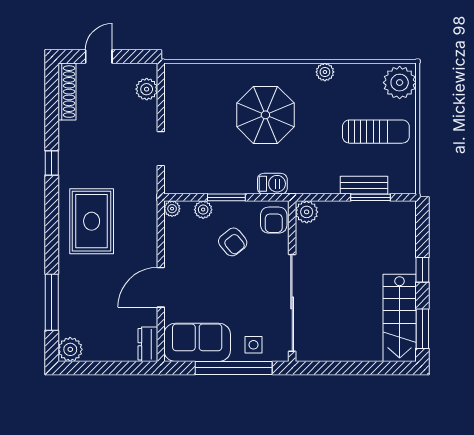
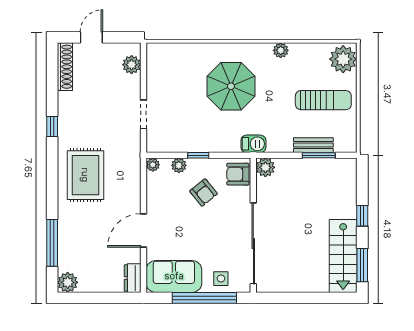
barbecue: (272, 184) -> (253, 144), moved
window: (226, 197) -> (198, 155), width x0.67
armchair: (274, 220) -> (238, 174), turned 90

